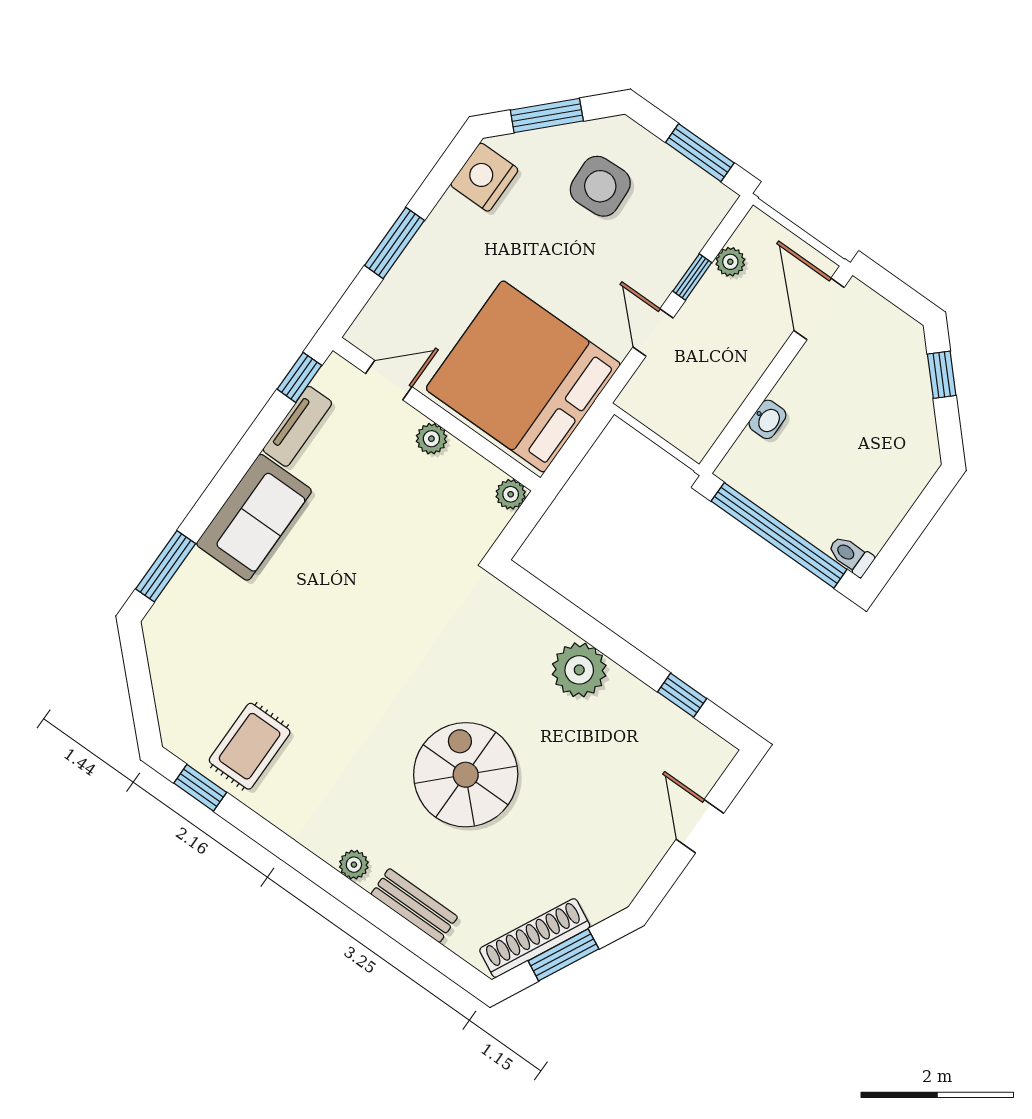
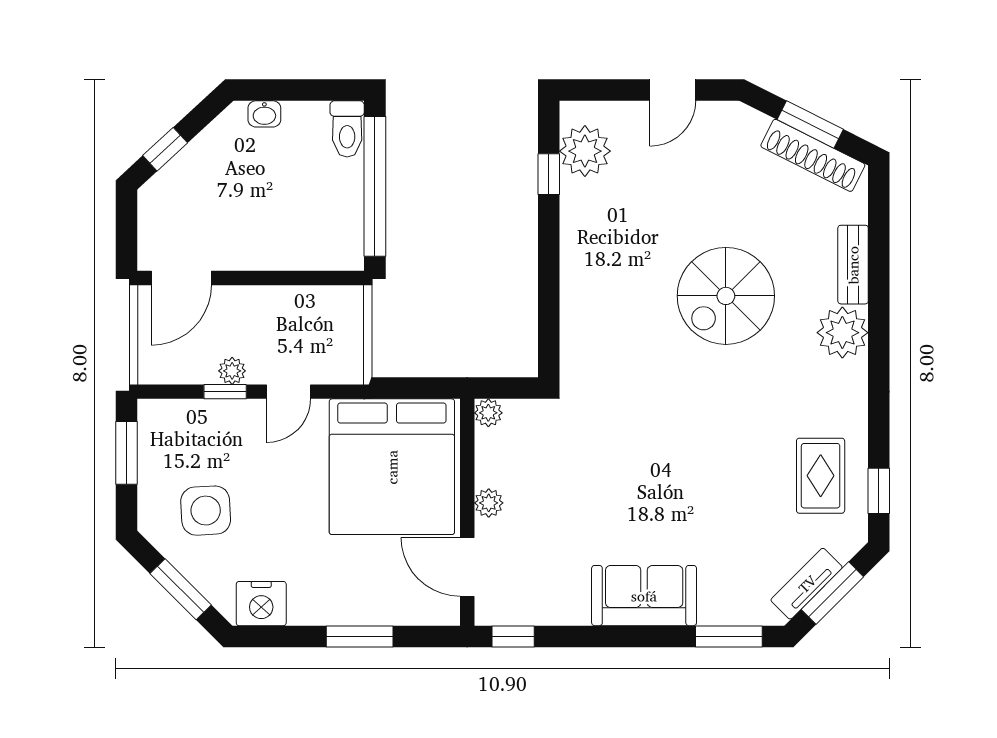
plant: (730, 262) -> (232, 371), moved
door: (389, 380) -> (467, 567), width x1.38
washbasin: (767, 419) -> (264, 114), moved, turned 180
tv unit: (297, 426) -> (807, 584), moved, turned -45
toilet: (851, 556) -> (347, 129), width x1.37, depth x1.39
plant: (579, 670) -> (585, 151), moved
window: (139, 684) -> (832, 593), added
rug: (250, 746) -> (821, 476), turned 90
door: (700, 826) -> (673, 90), moved
plant: (354, 865) -> (842, 333), width x1.88, depth x1.88

